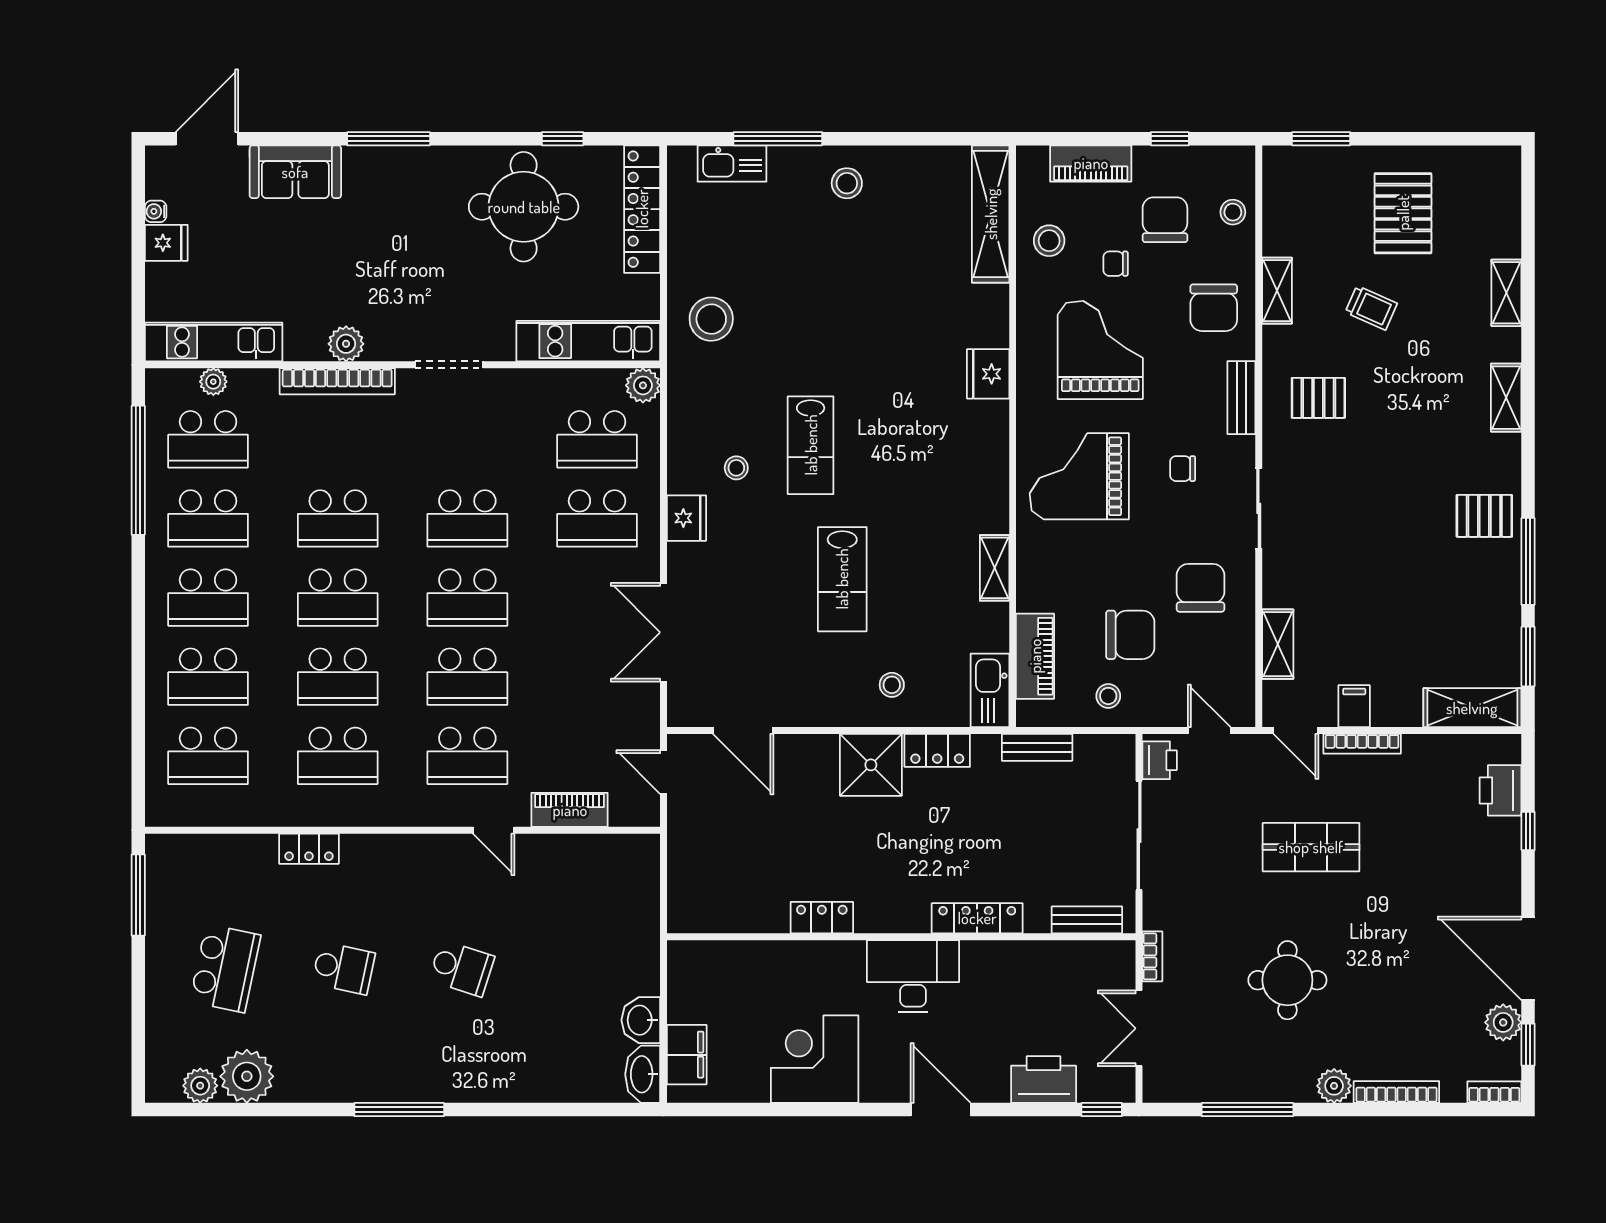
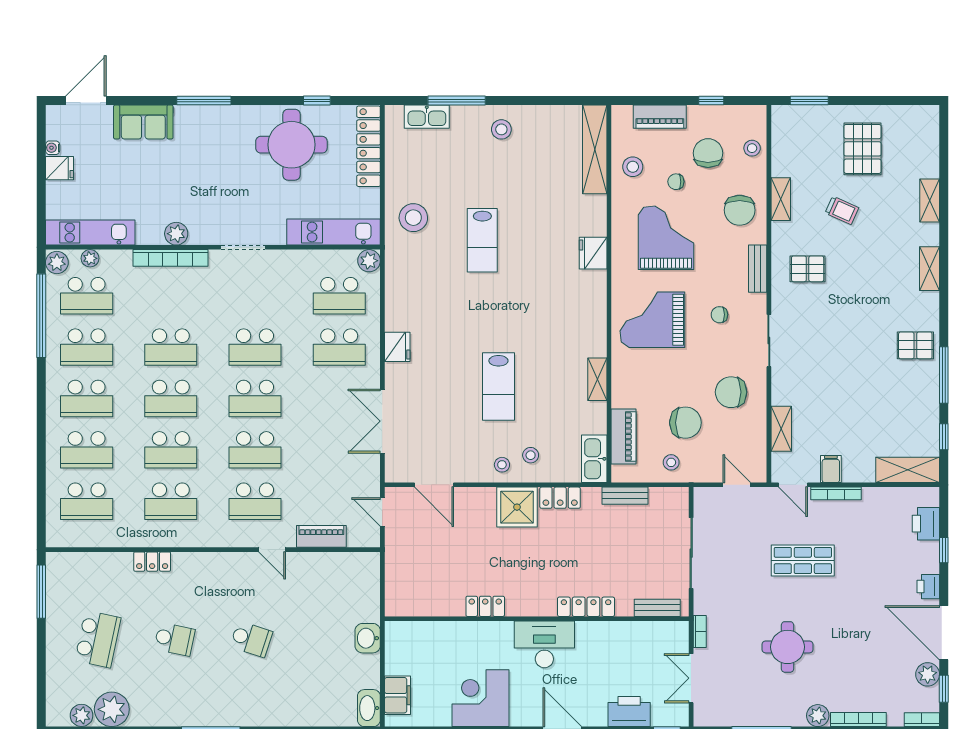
plant: (162, 388) -> (57, 262), added
lab bench: (811, 445) -> (482, 240), moved
stool: (736, 468) -> (502, 465), moved
chair: (1201, 588) -> (731, 392), turned -90
window: (1528, 657) -> (944, 437), width x0.67
printer: (1160, 760) -> (928, 587), moved, turned 180
washbasin: (641, 1020) -> (368, 638), moved

